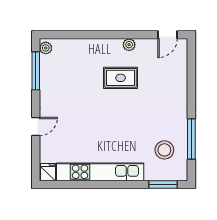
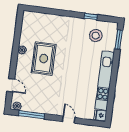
door: (168, 35) -> (11, 85), moved
rug: (121, 78) -> (44, 59), width x1.36, depth x1.43
window: (191, 139) -> (91, 16), width x0.46

